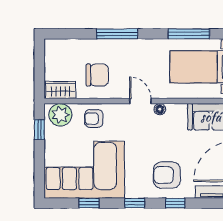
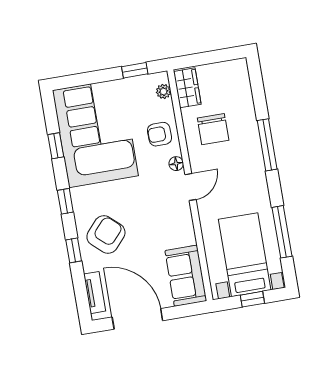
floor lamp: (160, 109) -> (176, 164), moved
plant: (60, 115) -> (164, 91), width x0.53, depth x0.53
armchair: (94, 119) -> (160, 134), turned -91
armchair: (167, 175) -> (106, 234), turned 42

